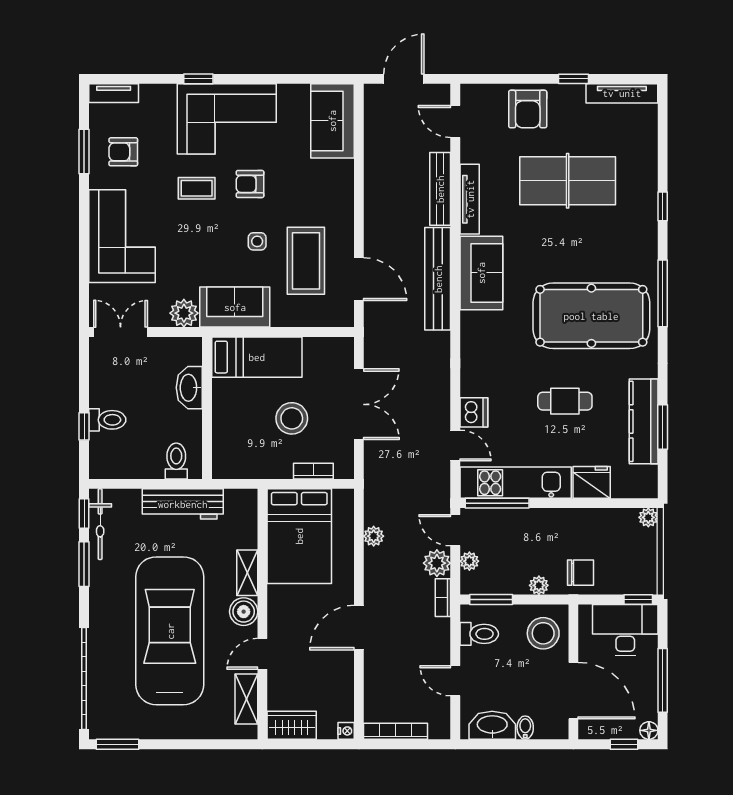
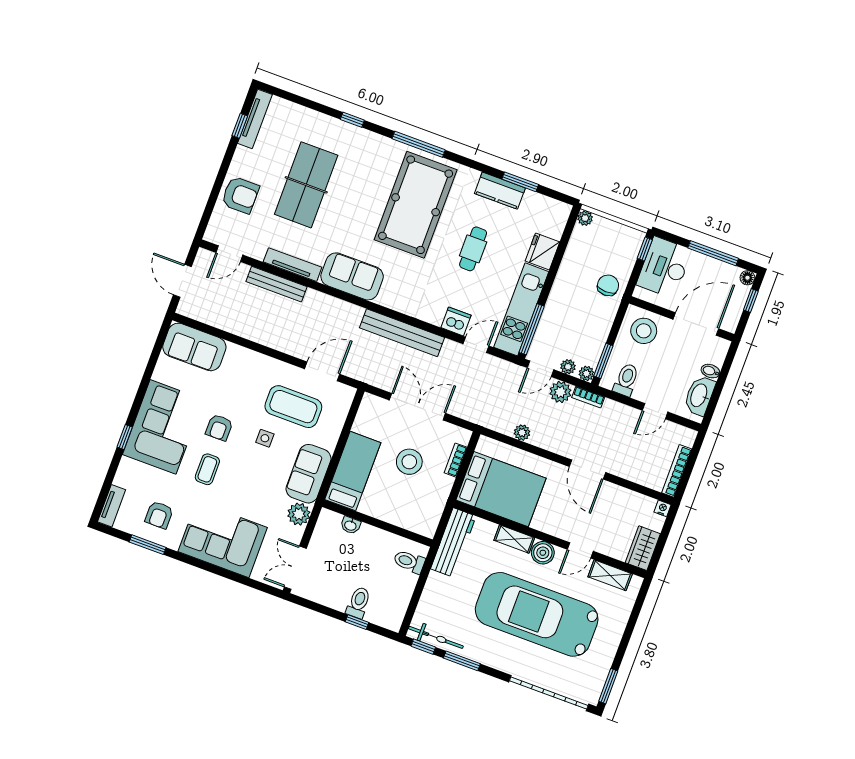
window: (574, 79) -> (240, 126), moved
bench: (438, 279) -> (402, 333), moved
washbasin: (189, 388) -> (350, 525), width x0.52, depth x0.69
kitchen counter: (644, 421) -> (500, 191), width x0.67
workbench: (183, 504) -> (453, 543), moved
plant: (539, 585) -> (586, 373), moved
door: (262, 654) -> (580, 550), hinge flipped

